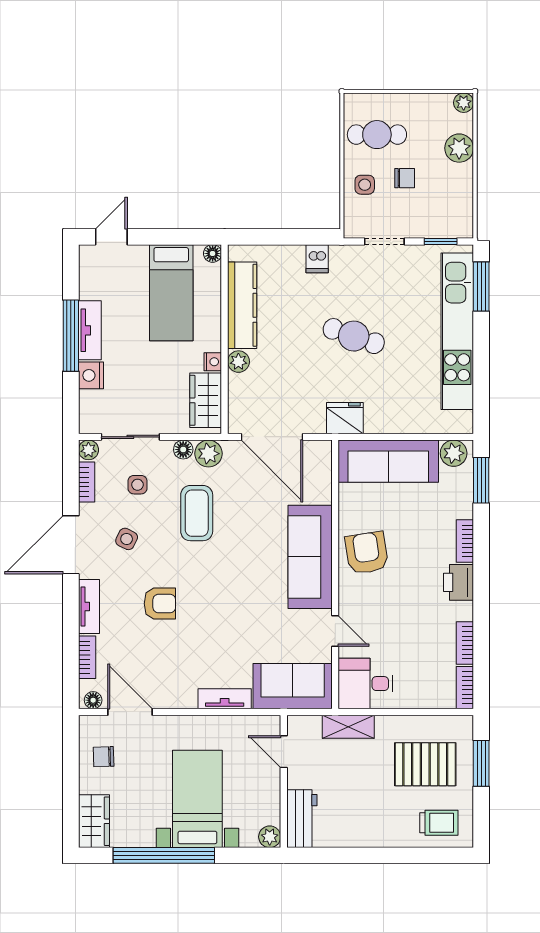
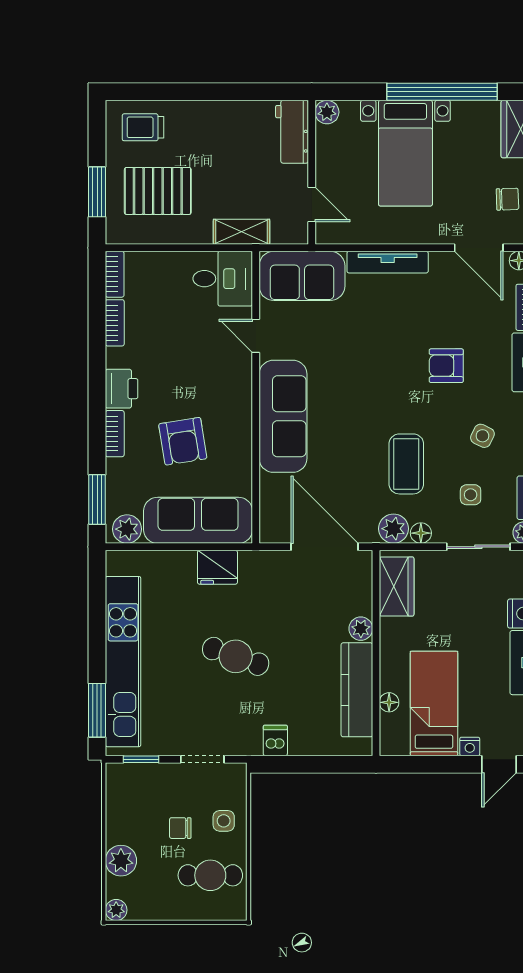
floor lamp: (213, 253) -> (389, 702), moved
nightstand: (213, 362) -> (470, 746), moved, turned -90
fridge: (345, 418) -> (217, 567), moved
armchair: (367, 553) -> (183, 441), moved
tv unit: (225, 699) -> (388, 262), width x1.41

